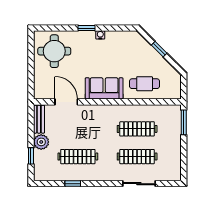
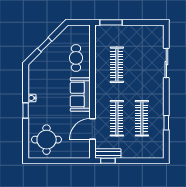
plant: (41, 142) -> (129, 151), removed
window: (31, 156) -> (108, 161), moved
clothes rail: (137, 157) -> (117, 118), moved

